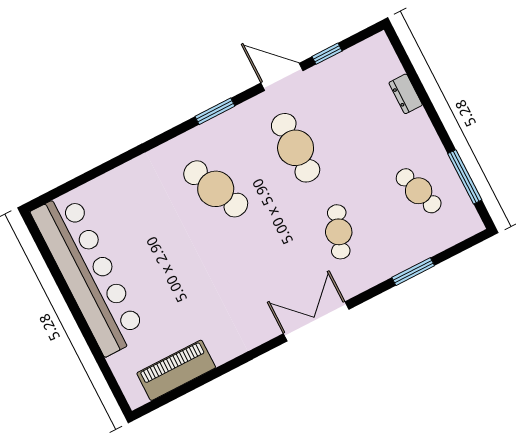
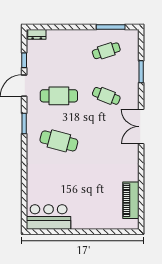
dresser: (406, 94) -> (37, 34), moved
cafe table: (216, 189) -> (59, 141), turned 39
bar counter: (89, 274) -> (49, 217), width x0.54

